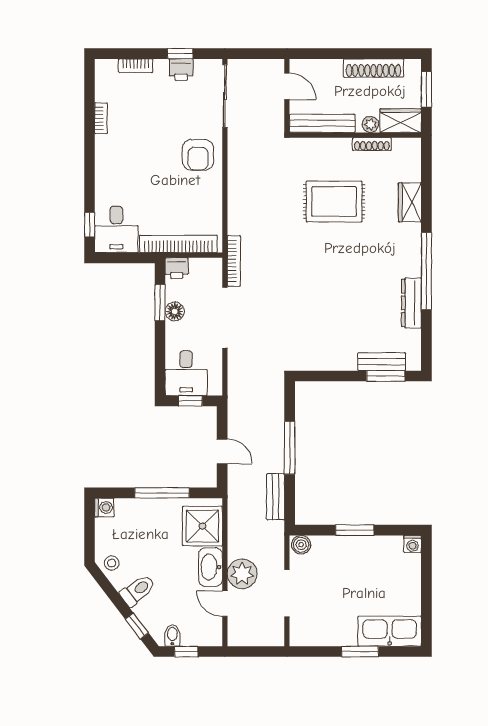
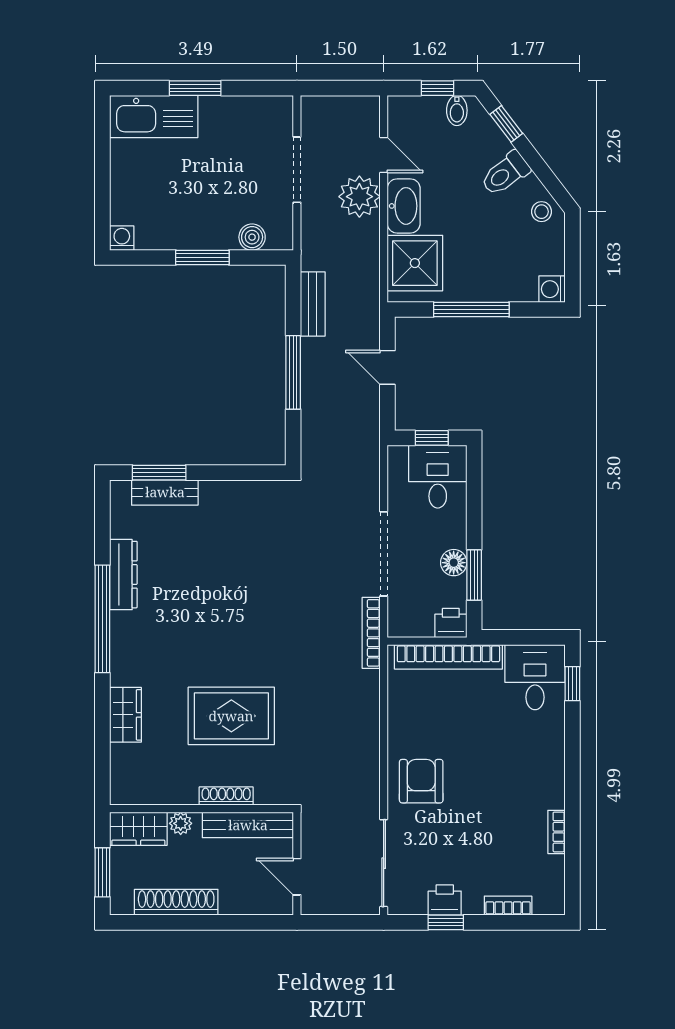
shoe rack: (372, 144) -> (226, 796), moved
boiler: (301, 545) -> (252, 237), moved

